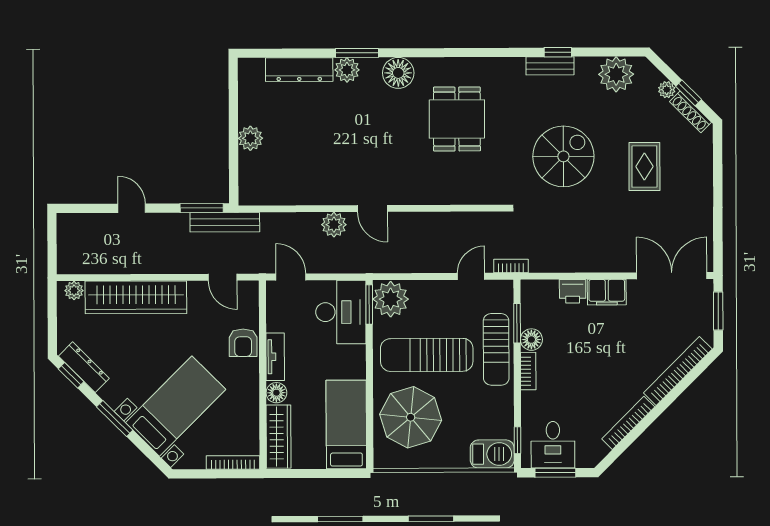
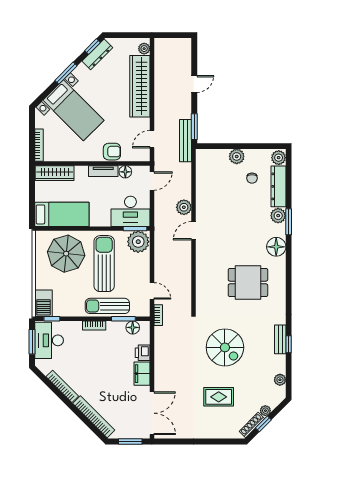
plant: (252, 70) -> (279, 158), added
plant: (616, 74) -> (280, 380), width x0.53, depth x0.53
chair: (286, 113) -> (252, 178), added
floor lamp: (531, 340) -> (133, 327), moved
armchair: (243, 343) -> (112, 152), turned 180
floor lamp: (276, 393) -> (125, 172), moved
desk: (553, 445) -> (49, 340), width x1.37

